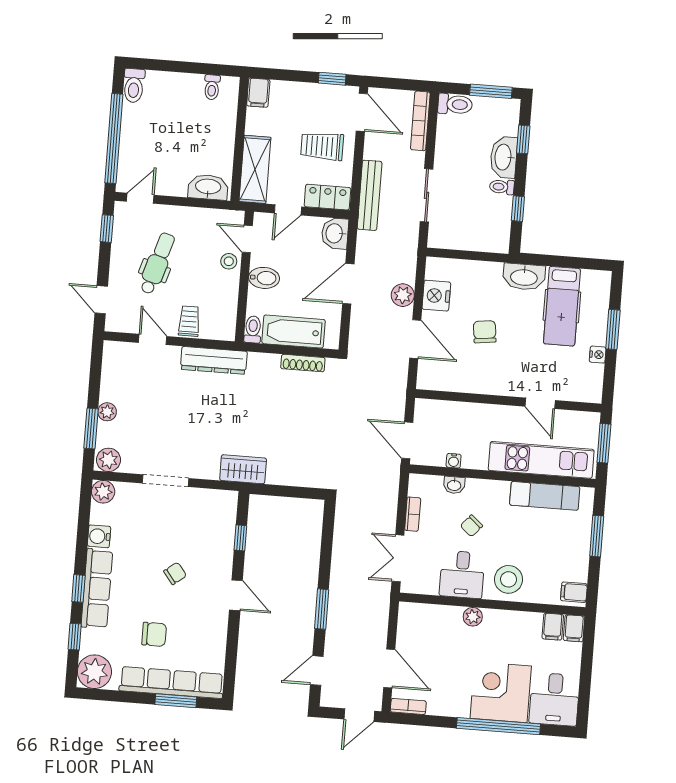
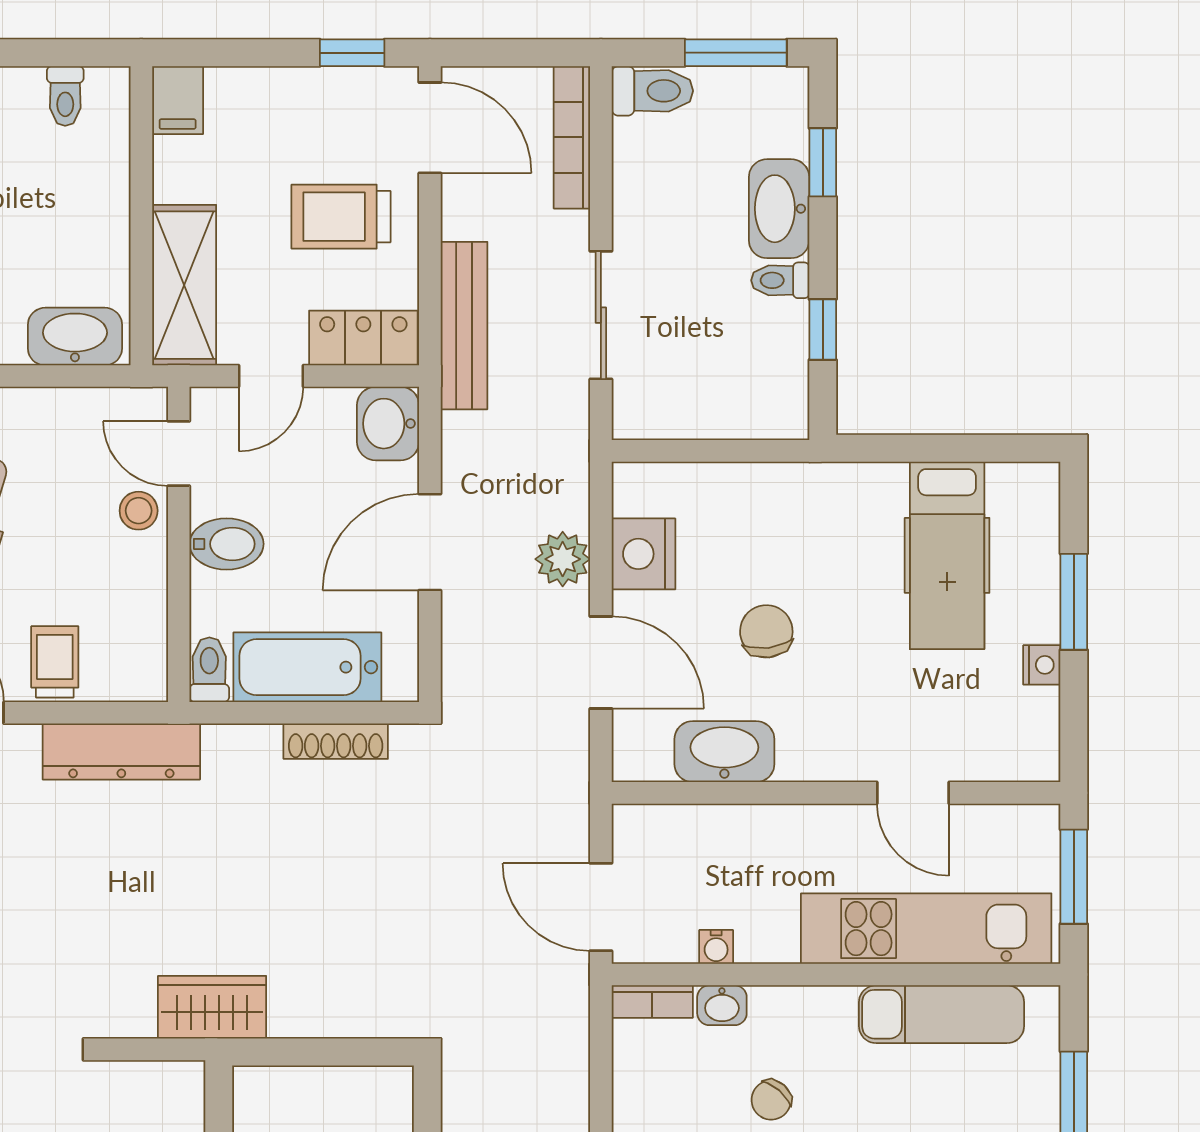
washbasin: (524, 277) -> (724, 752), moved, turned 180
bookcase: (413, 514) -> (652, 1002), moved, turned 90

